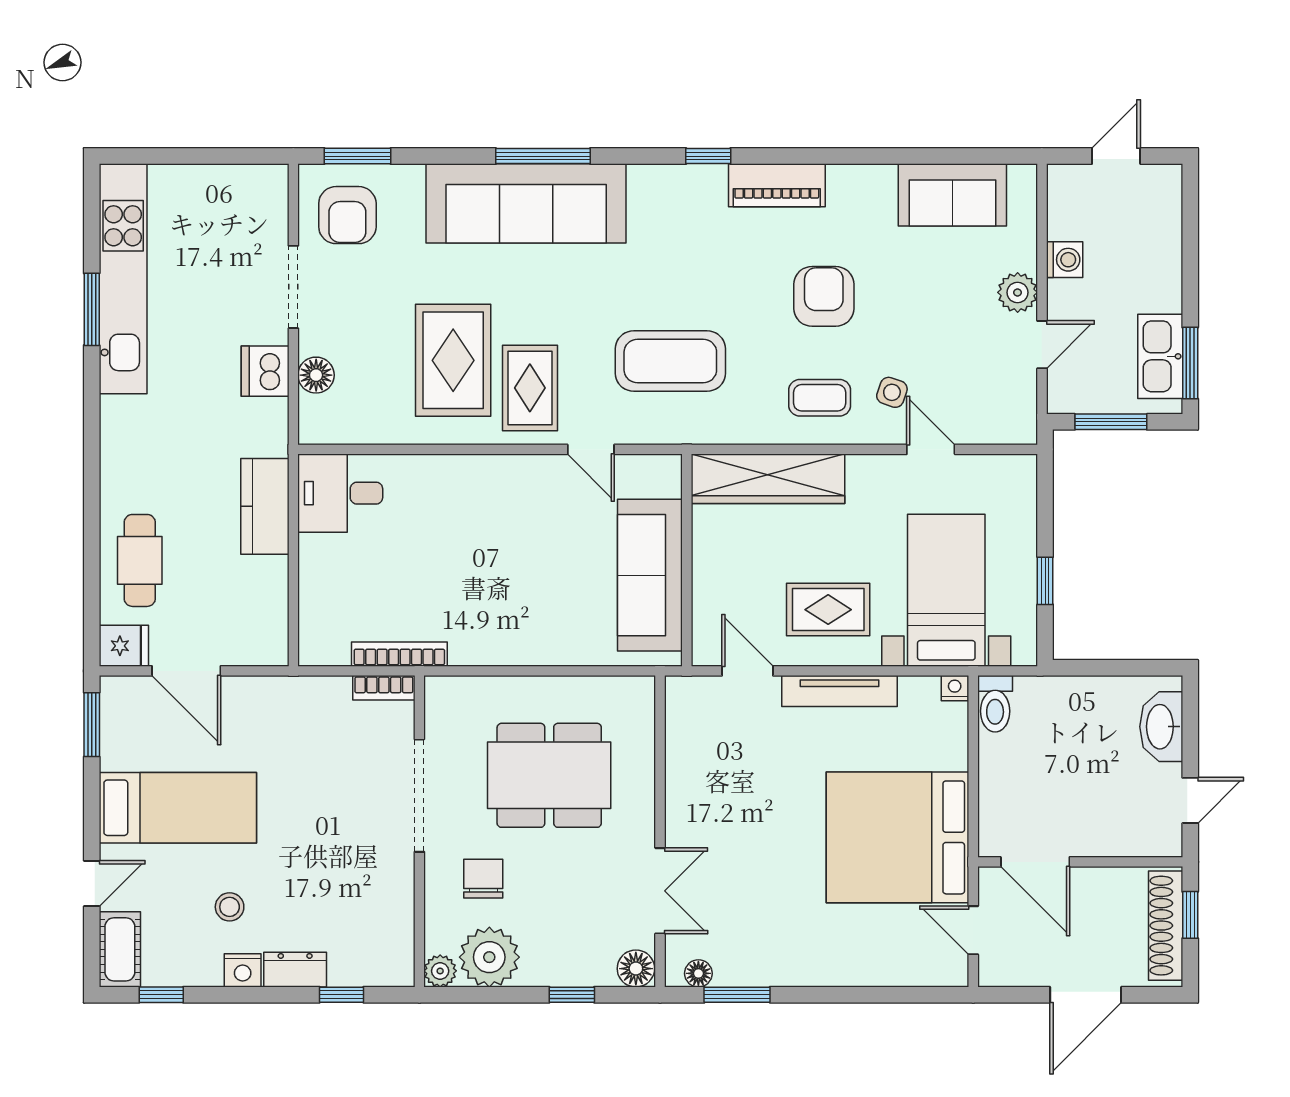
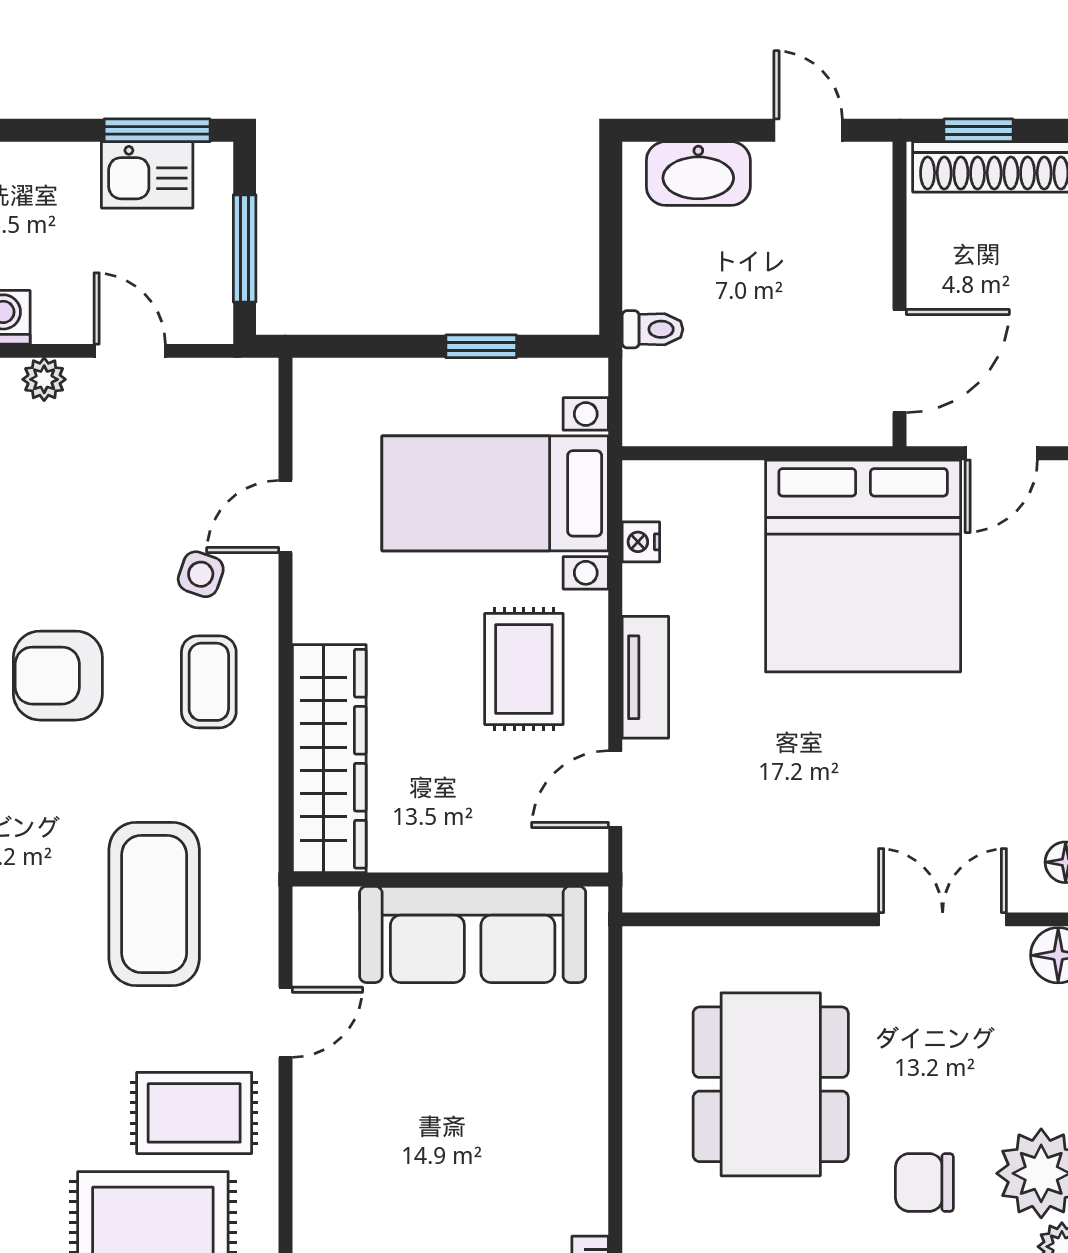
plant: (1018, 292) -> (44, 379), width x0.73, depth x0.73
kitchen sink: (1160, 356) -> (147, 175), width x0.73
nightstand: (955, 688) -> (641, 542), moved
tv unit: (839, 691) -> (645, 677), width x0.71
toilet: (995, 704) -> (653, 329), moved, width x0.73, depth x0.72

